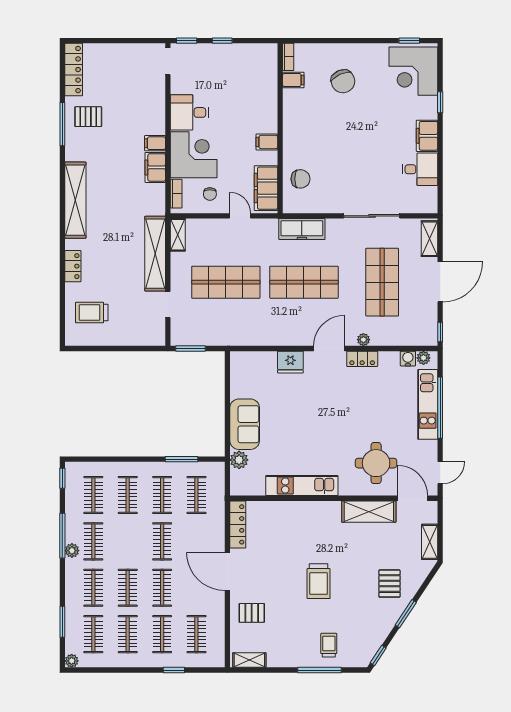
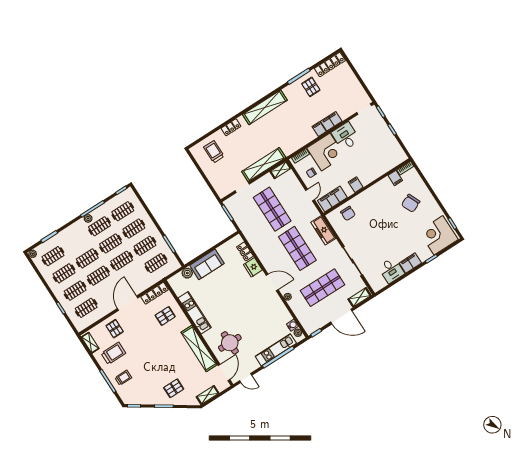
filing cabinet: (155, 167) -> (331, 121), moved
locker: (362, 359) -> (245, 251), moved
shelving: (369, 512) -> (199, 348), width x1.47
pallet: (280, 530) -> (165, 316), added
trolley: (319, 581) -> (113, 353), moved, turned 180
clothes rail: (93, 588) -> (111, 243), moved

